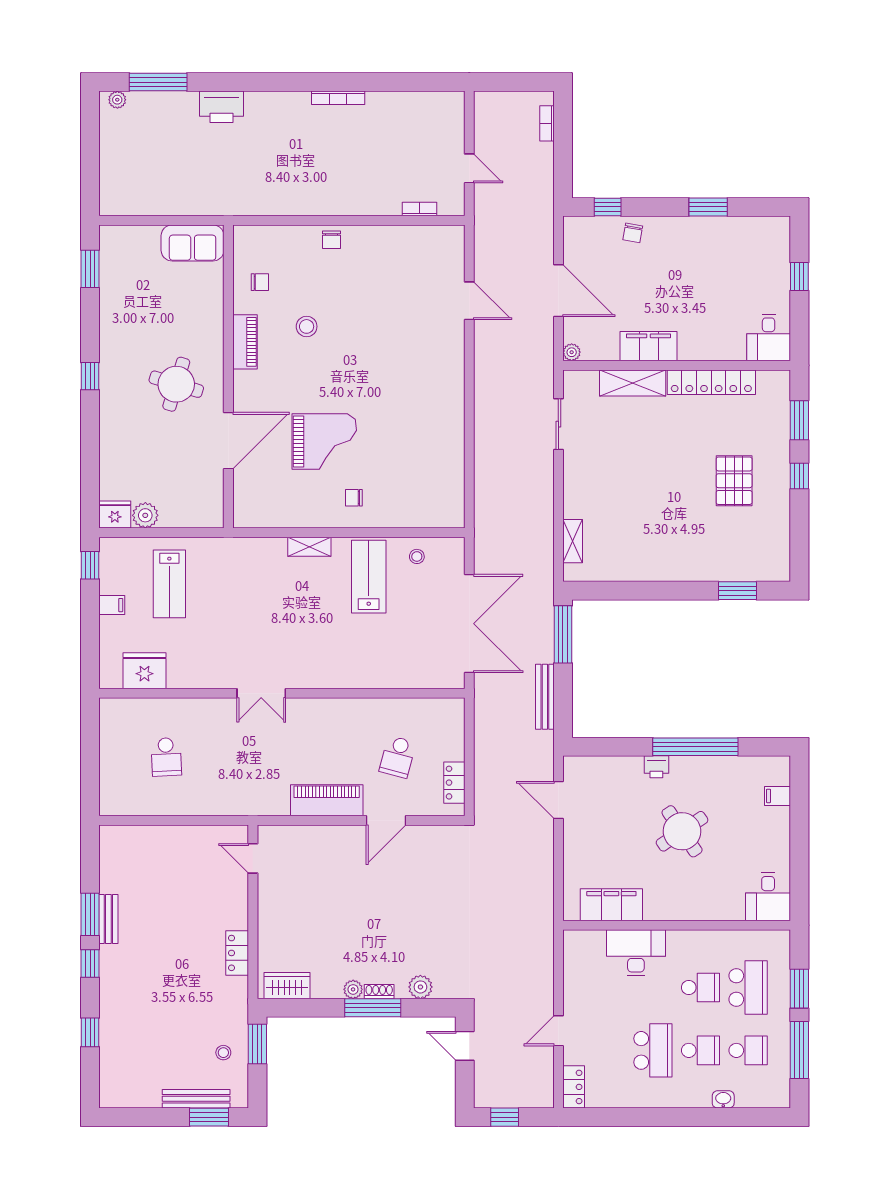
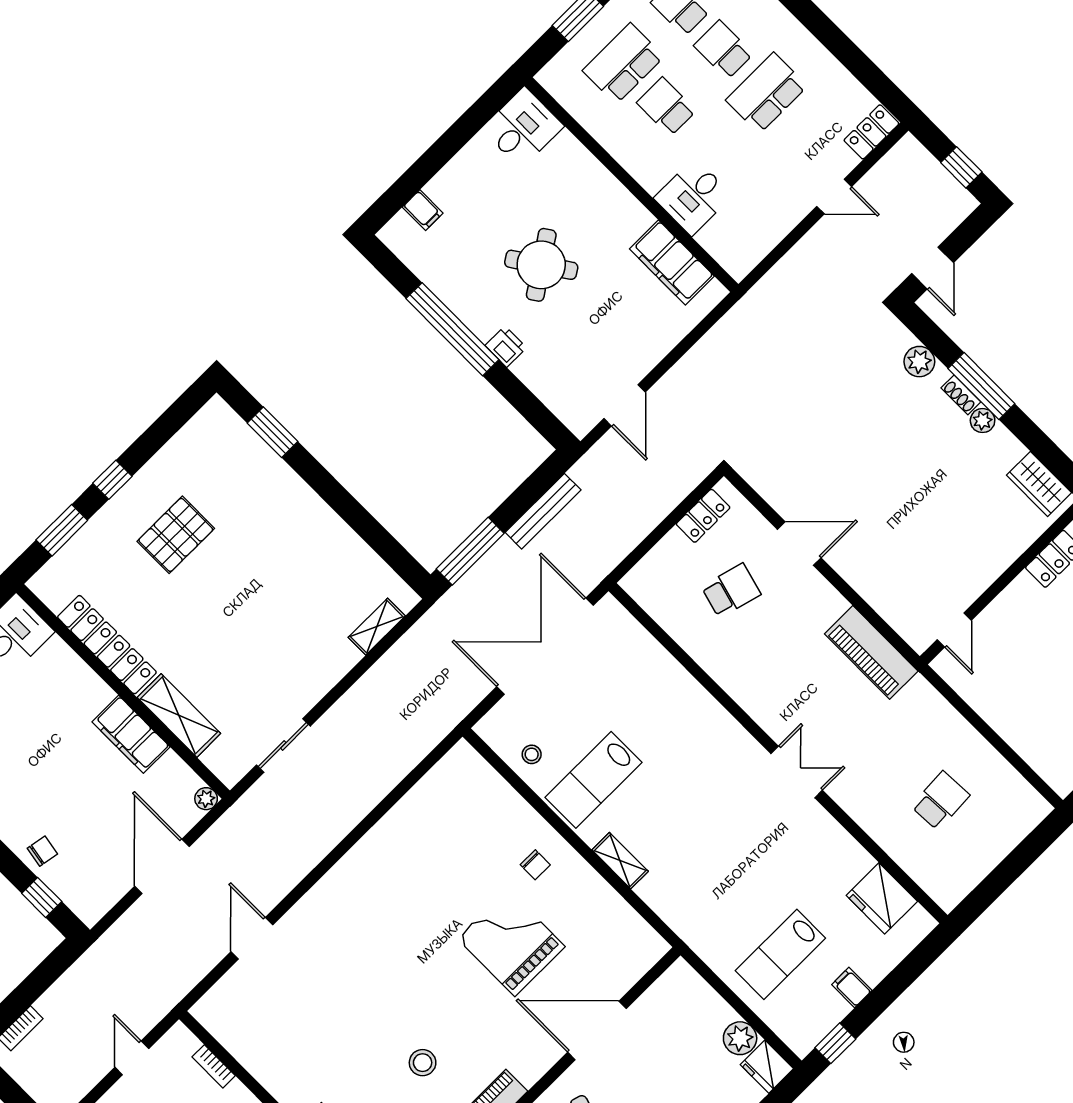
lab bench: (169, 584) -> (780, 954), turned 180
piano: (327, 800) -> (871, 652), moved
desk: (636, 953) -> (693, 197), width x0.73

